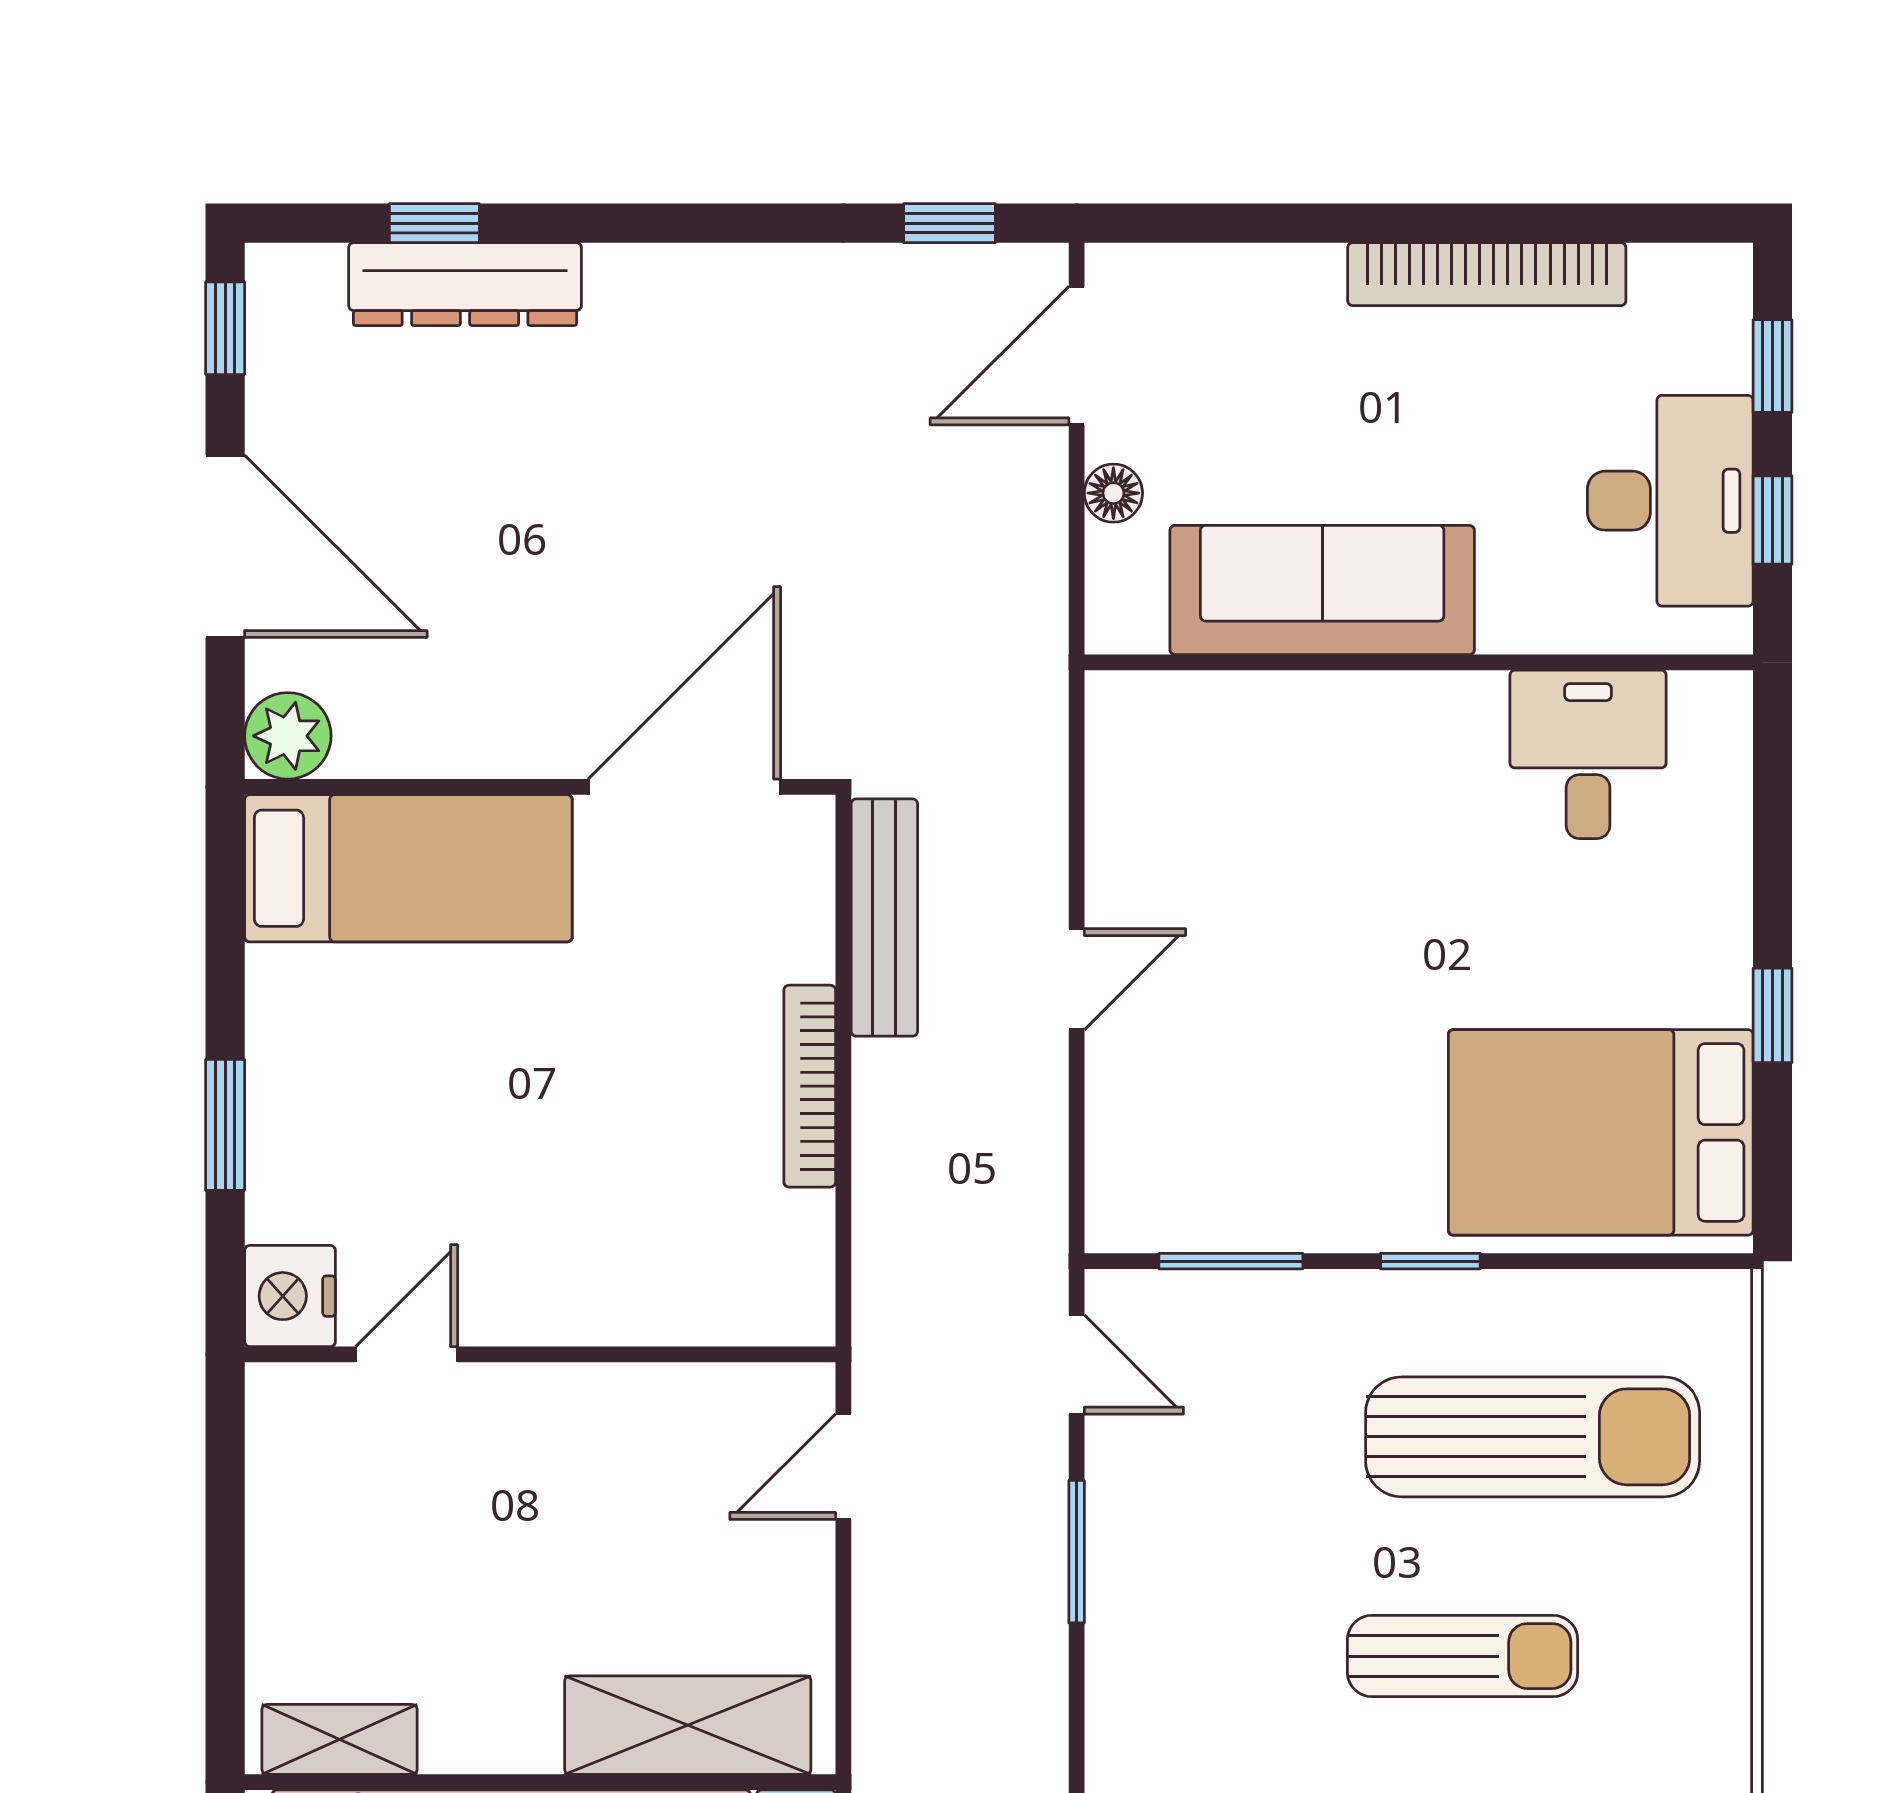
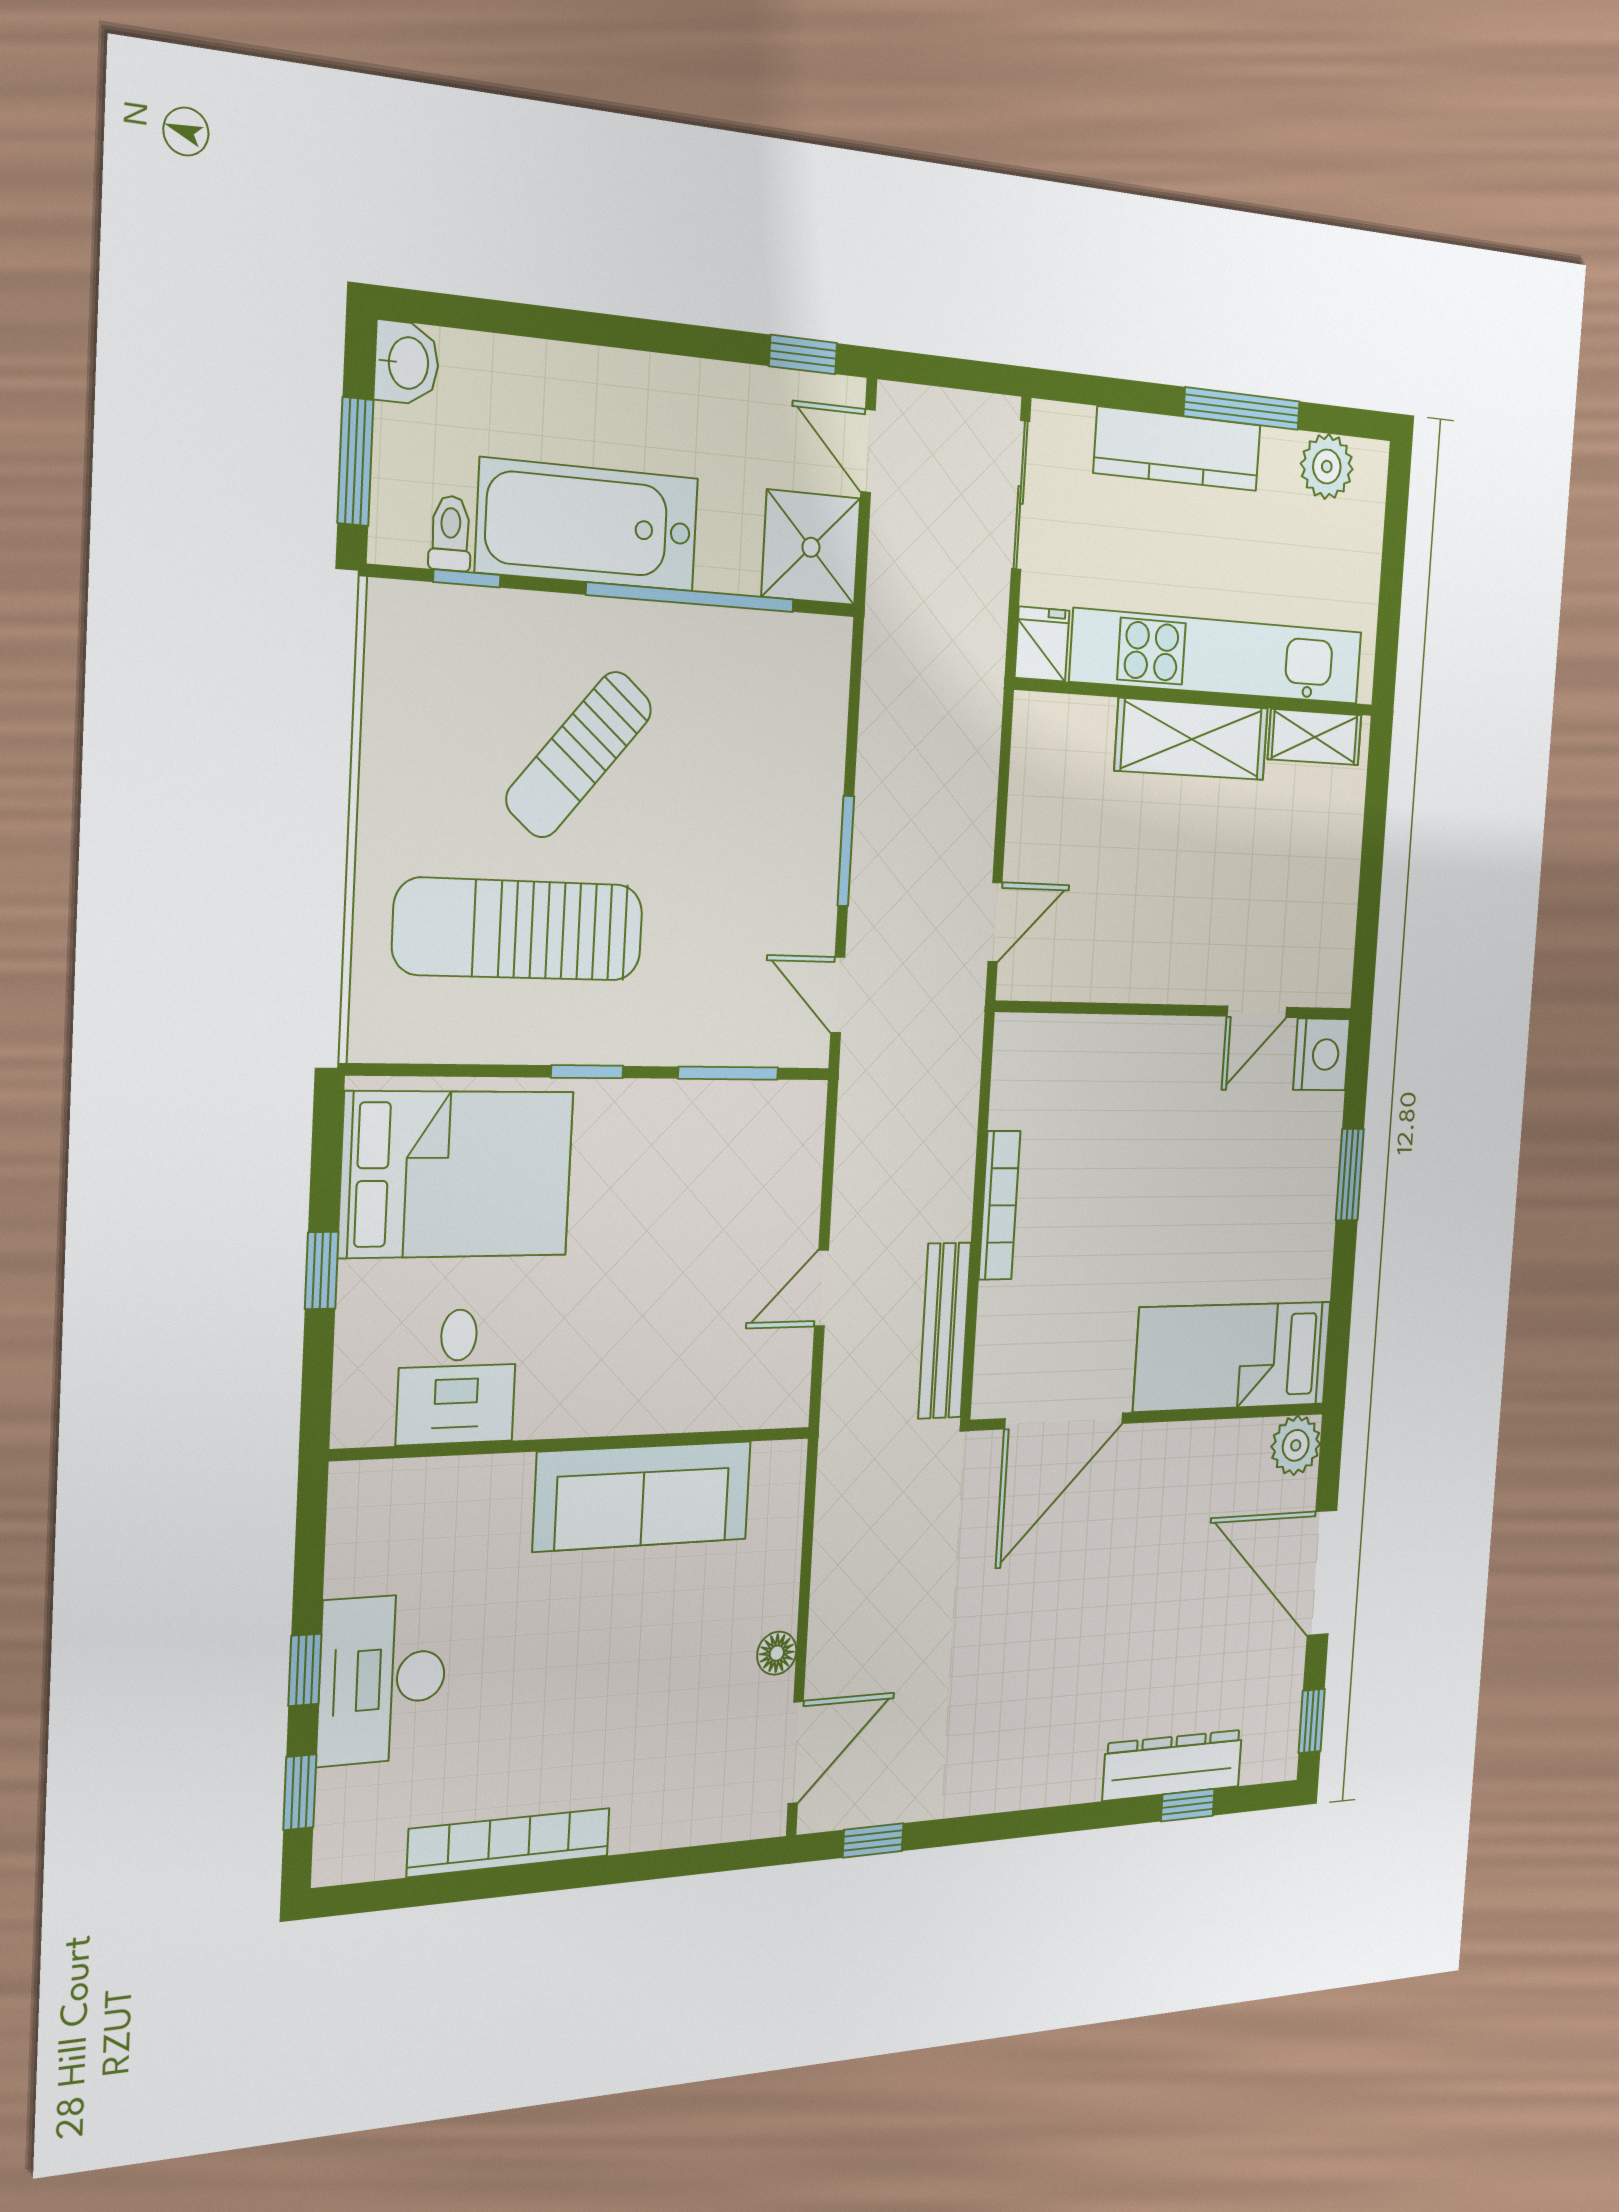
sofa: (1322, 590) -> (643, 1496), moved
wall: (1419, 662) -> (577, 1444), moved
desk: (1588, 754) -> (457, 1377), moved
sun lounger: (1463, 1656) -> (579, 754), turned -50
shelving: (688, 1725) -> (1192, 739), moved

